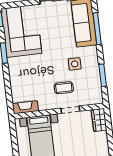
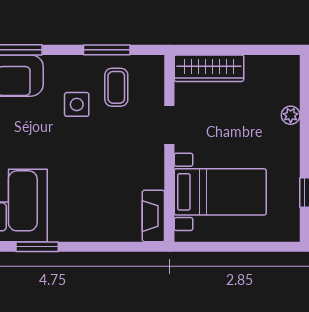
coffee table: (64, 88) -> (116, 87), moved
wardrobe: (99, 120) -> (209, 68), width x1.50

